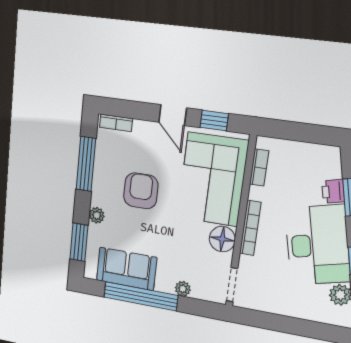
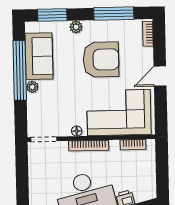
window: (214, 121) -> (161, 107), removed
armchair: (141, 191) -> (101, 59), width x1.36, depth x1.36
floor lamp: (222, 239) -> (77, 131), width x0.53, depth x0.53
plant: (183, 289) -> (32, 87), moved

